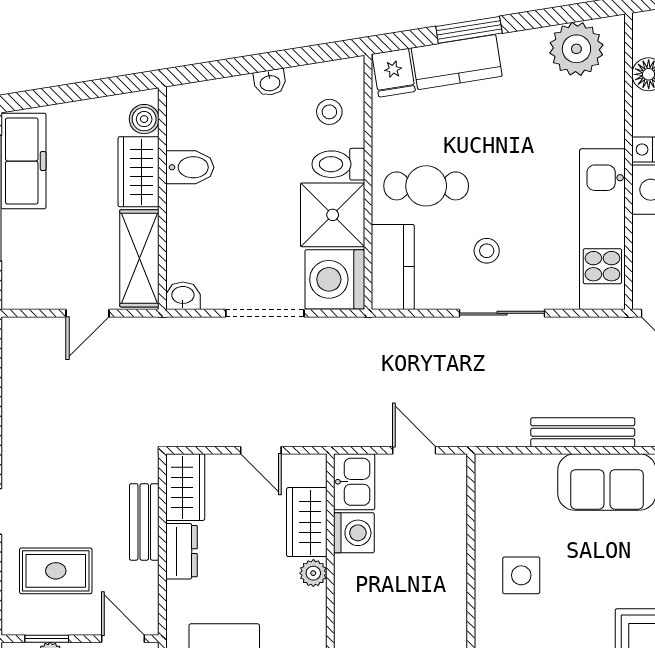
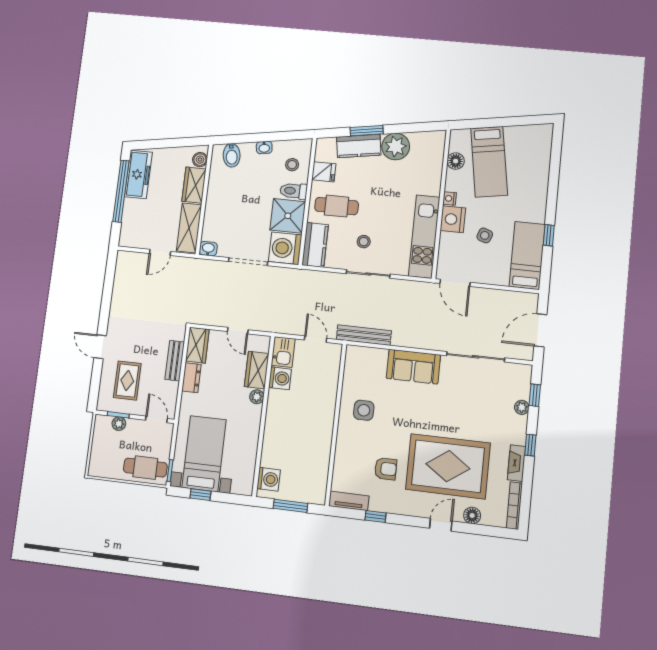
plant: (576, 49) -> (396, 147), moved
fridge: (394, 73) -> (324, 172), moved, turned -81
bidet: (190, 167) -> (232, 155), moved, turned 81
bench: (583, 432) -> (364, 335), moved
rug: (56, 571) -> (127, 381), turned 90

